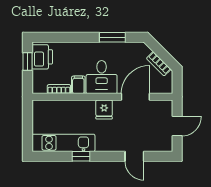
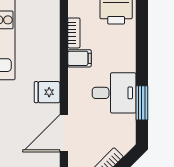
desk: (102, 77) -> (114, 93), moved, turned 180
door: (135, 97) -> (64, 133), swing flipped

